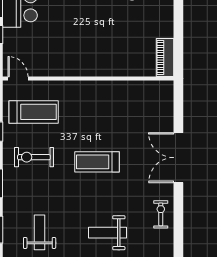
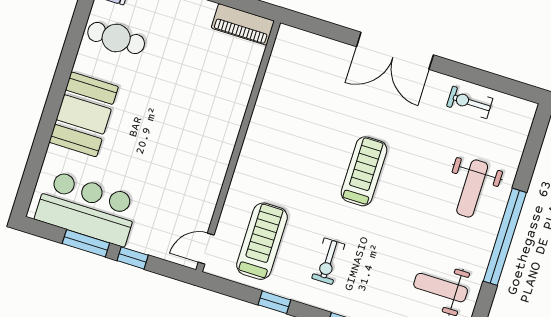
exercise bike: (34, 157) -> (328, 261), width x0.73, depth x0.72
treadmill: (97, 162) -> (364, 171), turned 180

